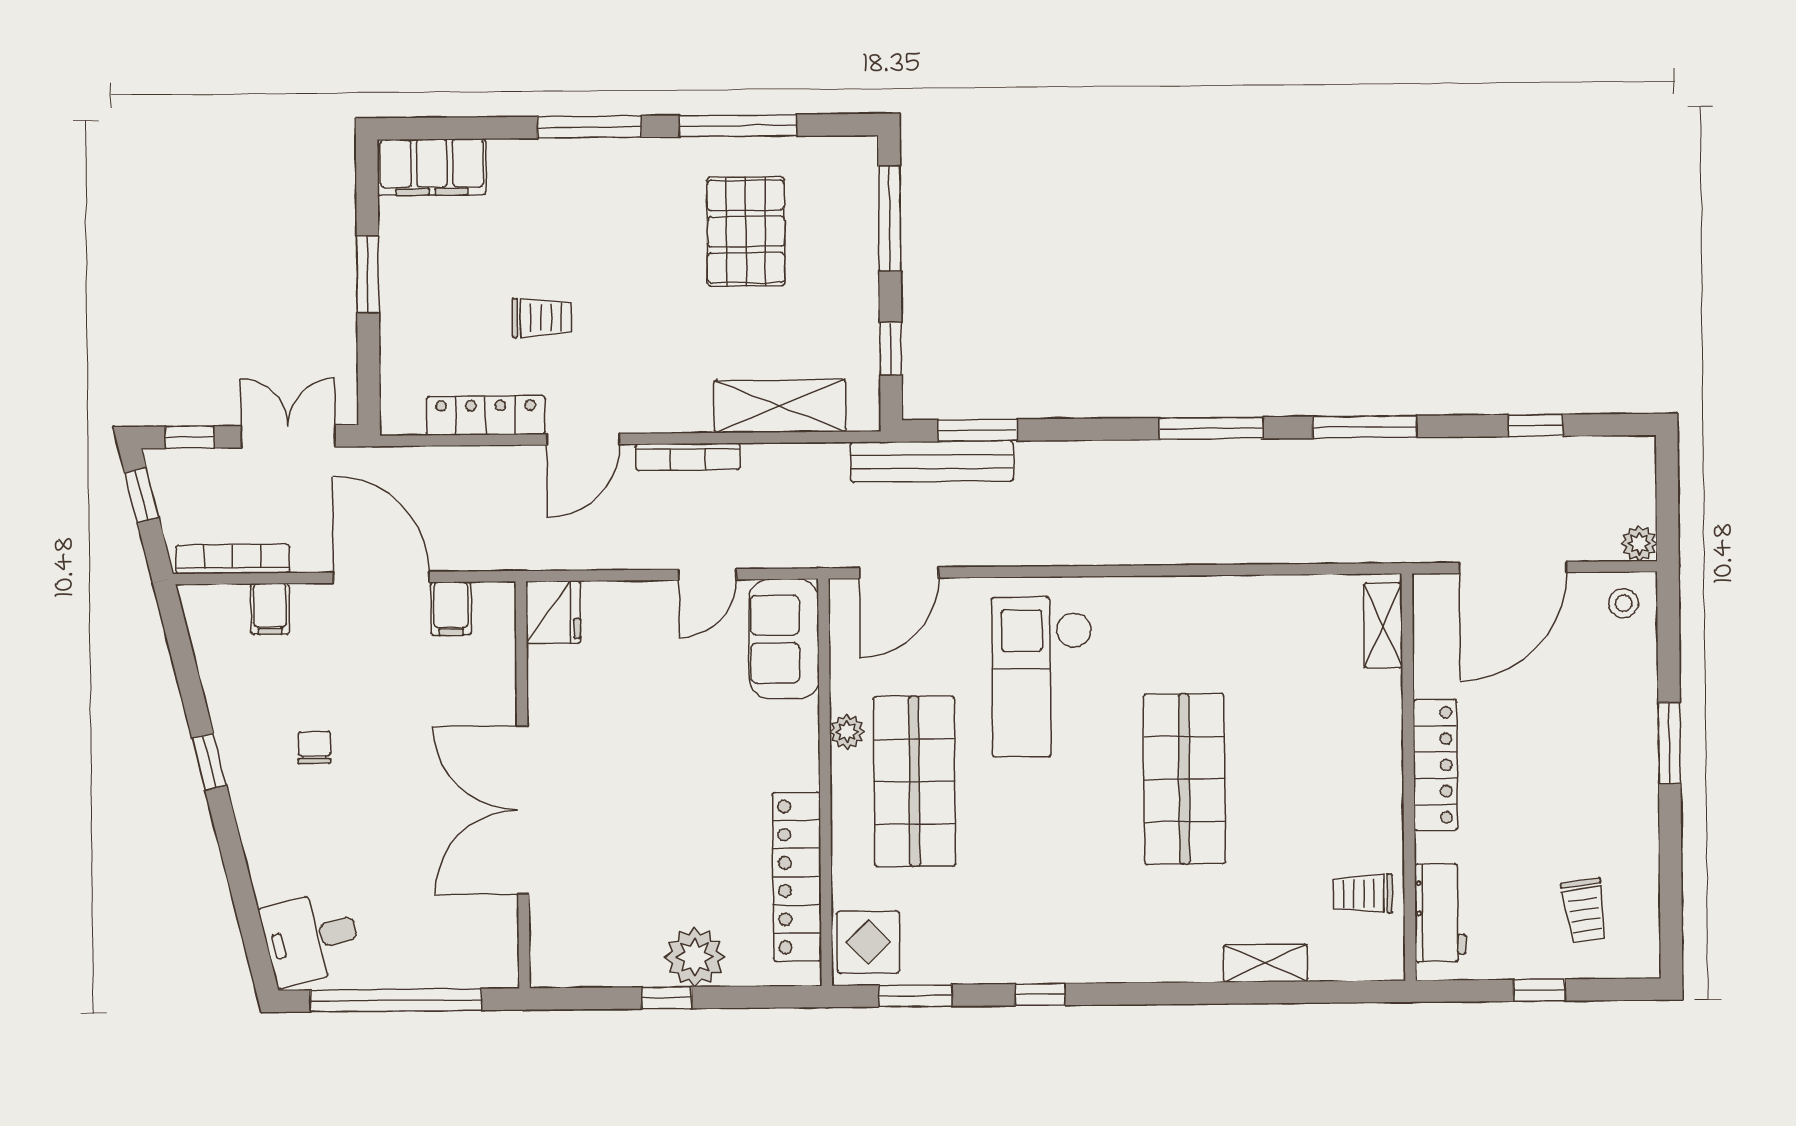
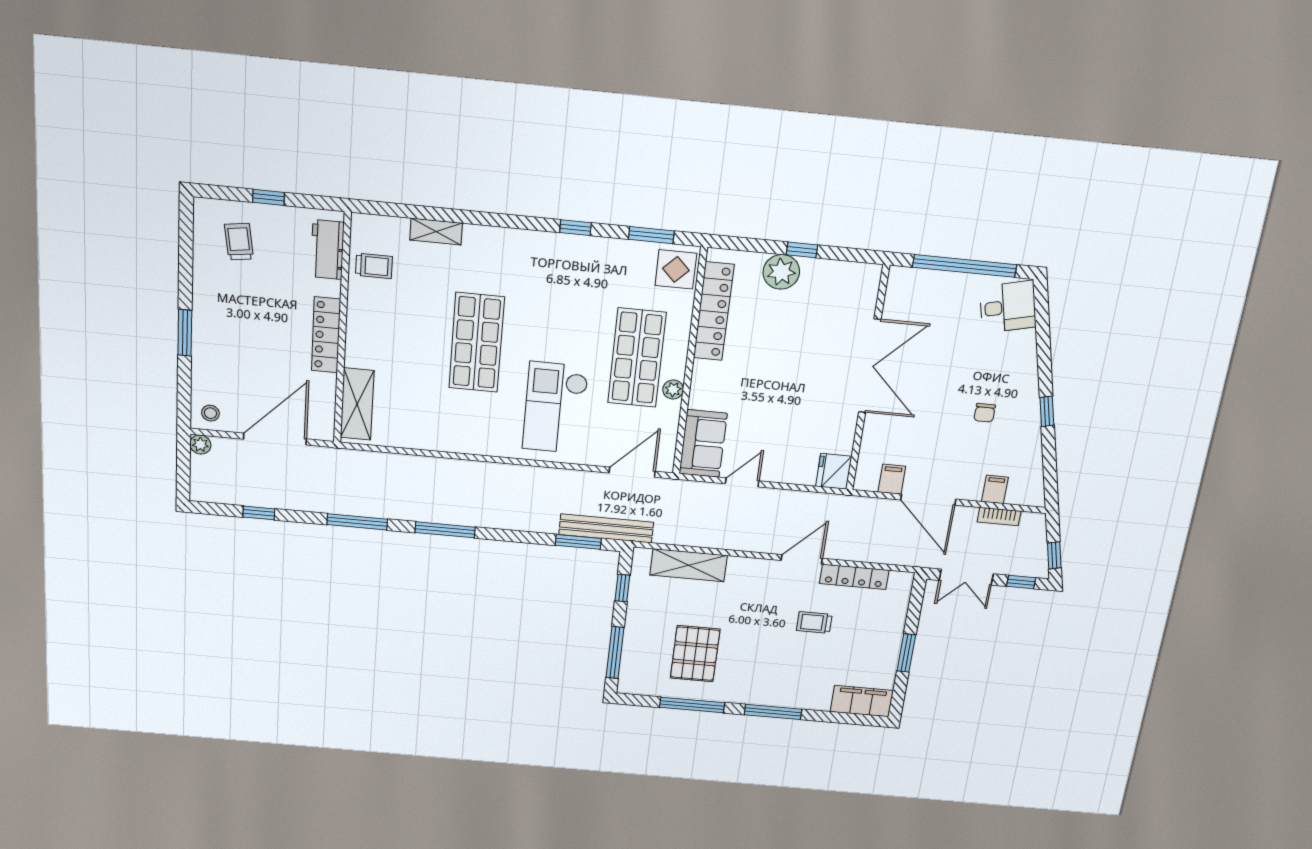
bookcase: (688, 457) -> (744, 545), removed
bookcase: (233, 559) -> (999, 516), width x0.64
shelving: (1383, 626) -> (357, 404), width x1.50, depth x1.33
checkout: (1042, 677) -> (555, 408), turned 180

